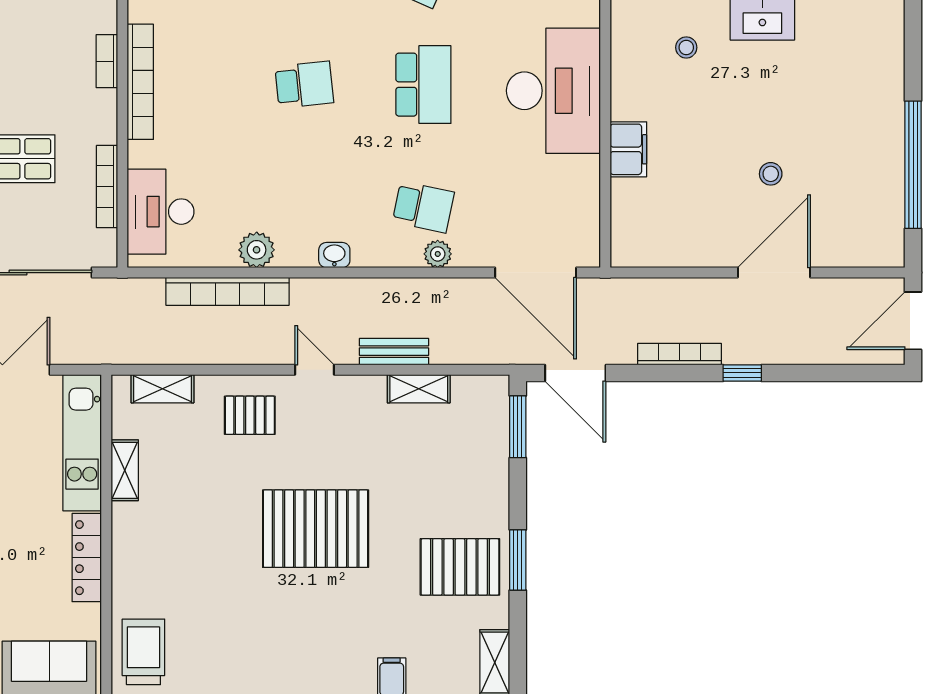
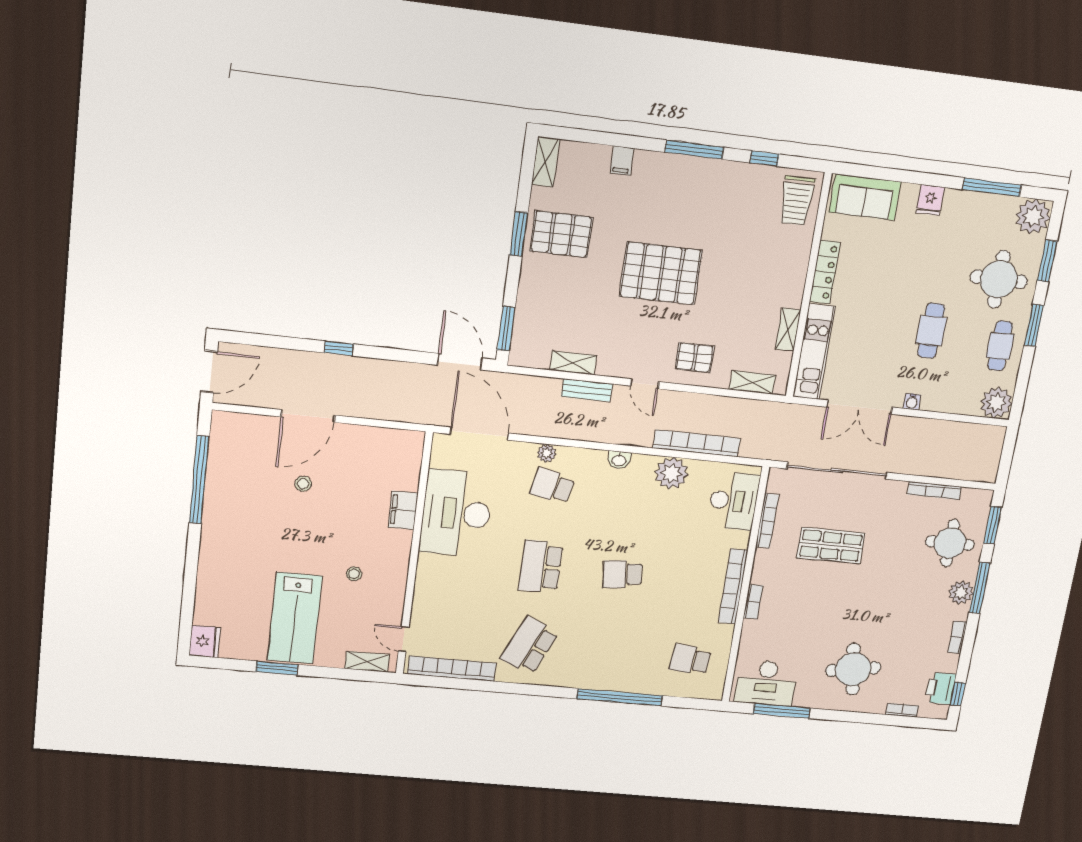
desk: (553, 91) -> (456, 513), moved
plant: (257, 250) -> (671, 473), width x1.36, depth x1.36
bookcase: (679, 354) -> (383, 367), removed

